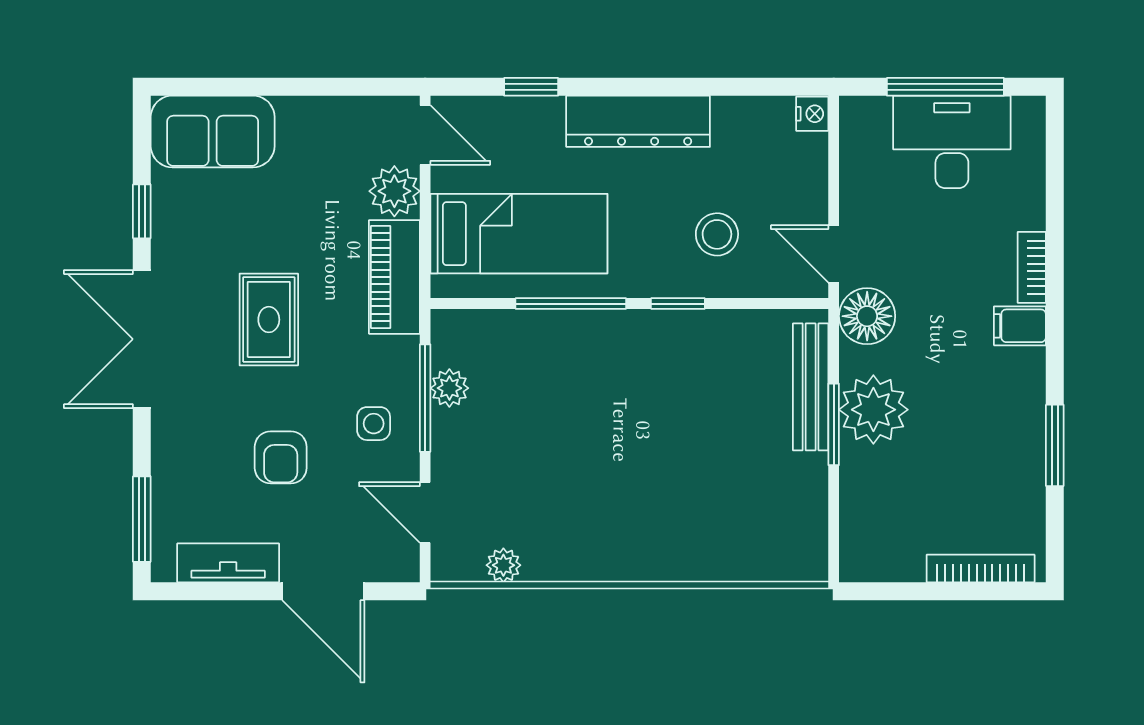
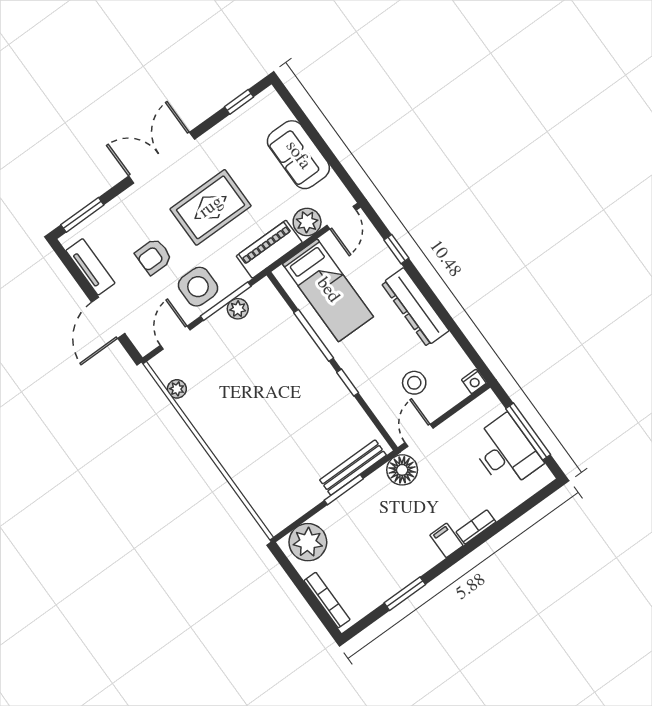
sofa: (213, 132) -> (298, 155), moved
window: (142, 211) -> (239, 102), moved
stool: (717, 234) -> (414, 383), moved
rug: (269, 320) -> (211, 207), width x1.36, depth x1.43
plant: (873, 410) -> (308, 542), moved
side table: (374, 424) -> (198, 287), width x1.87, depth x1.87

